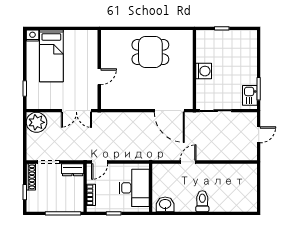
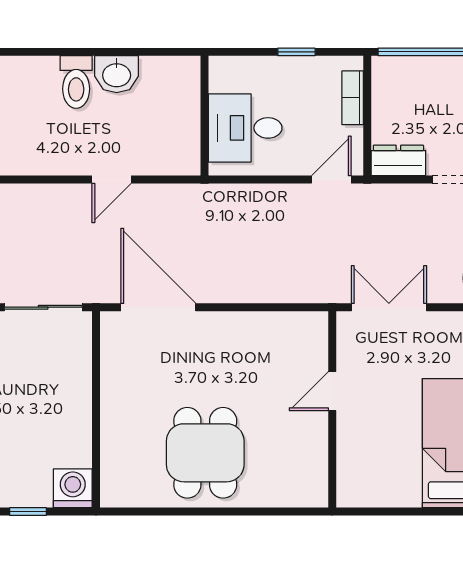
dining table: (150, 52) -> (205, 453), turned 90
washing machine: (204, 71) -> (73, 488), moved, turned 90
desk: (134, 188) -> (245, 128), width x0.73
washbasin: (165, 204) -> (117, 74), moved

